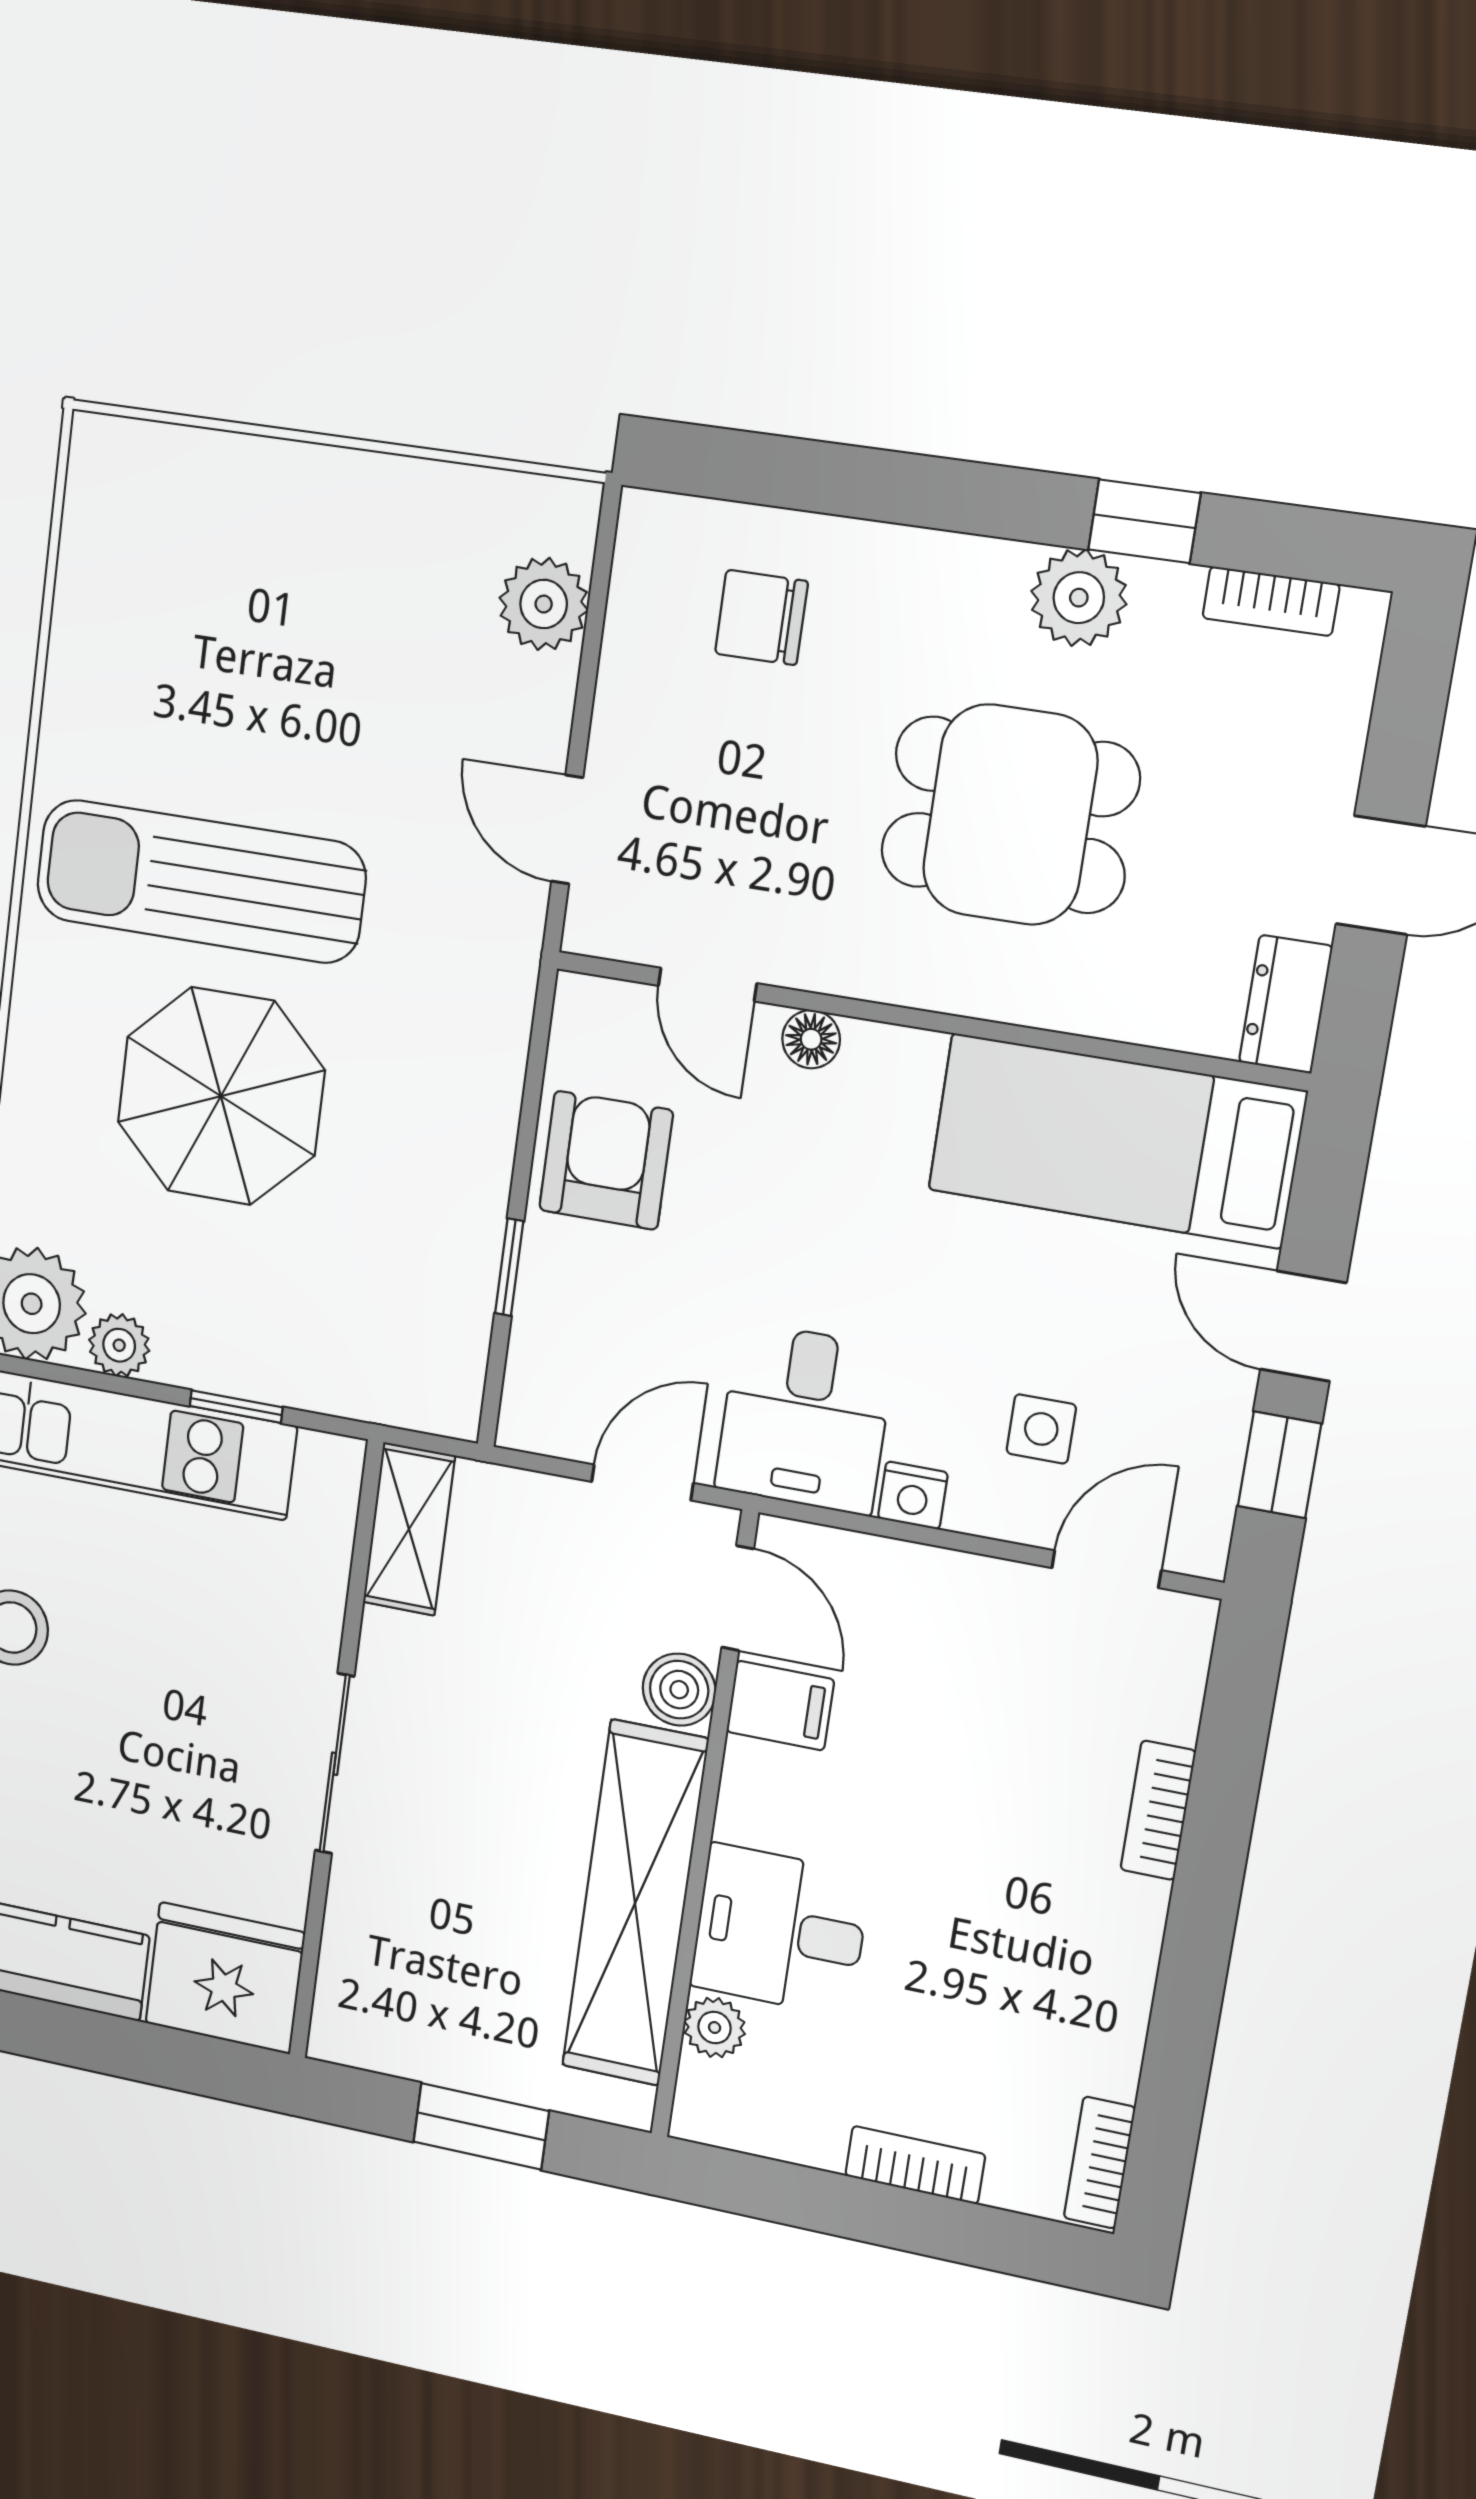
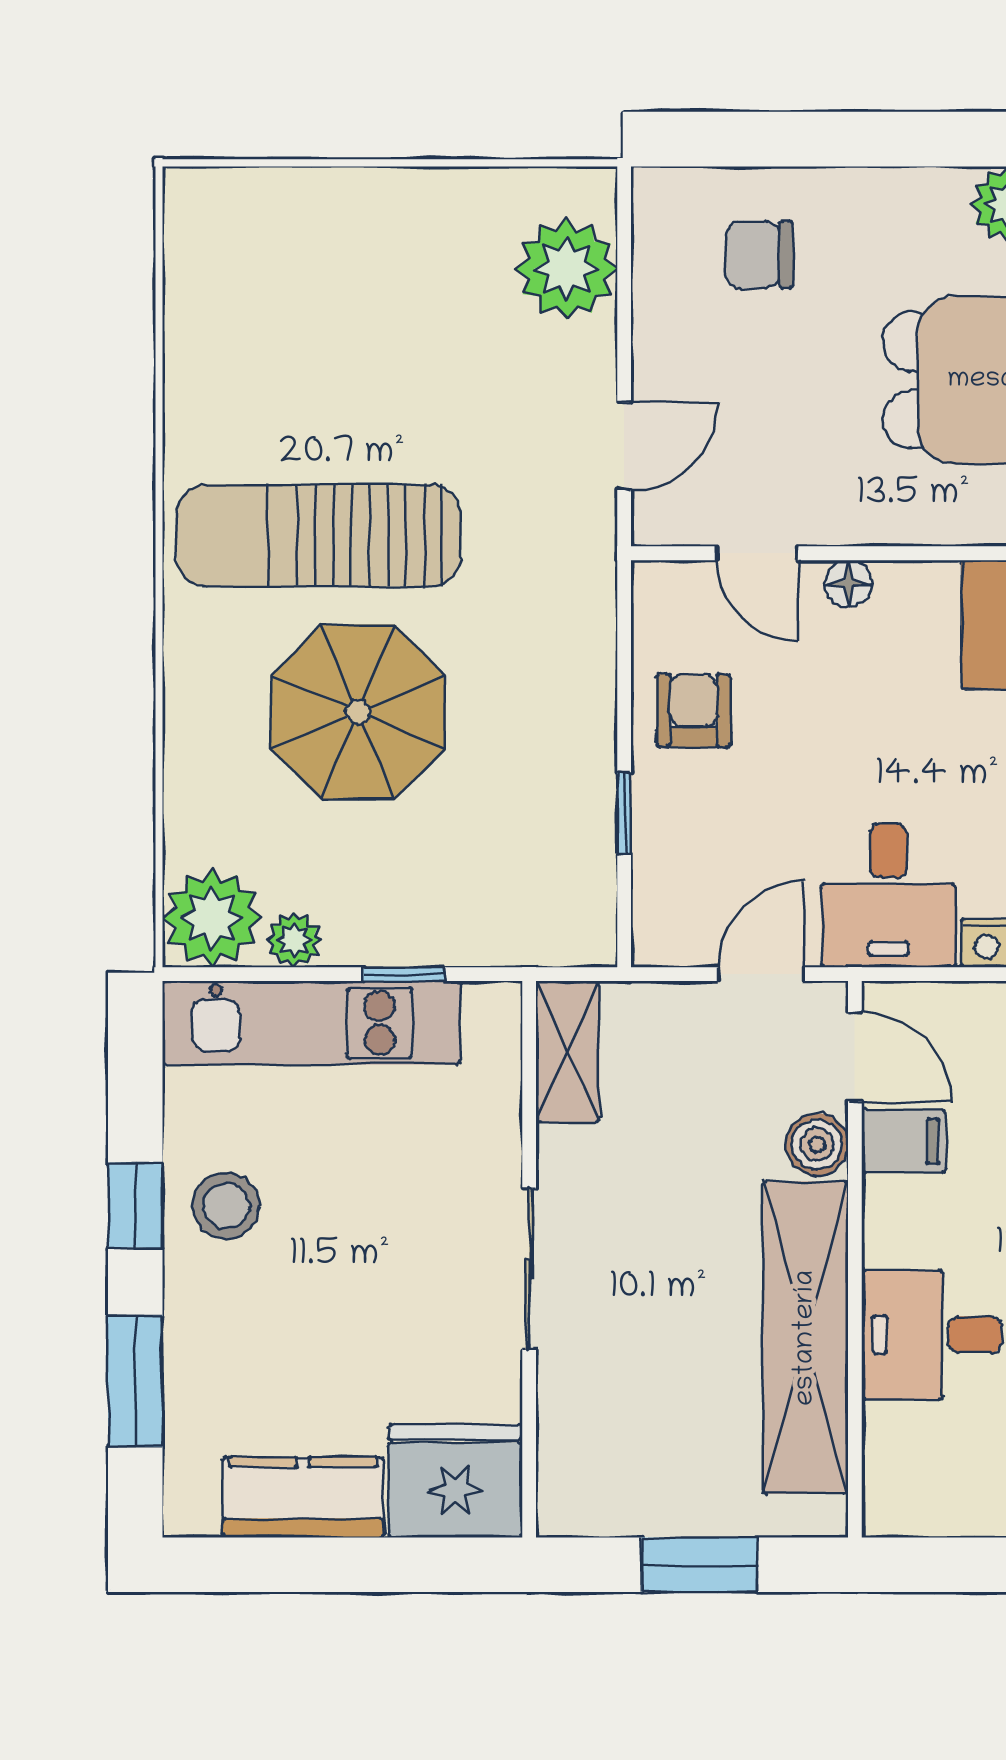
plant: (544, 604) -> (567, 269), width x1.36, depth x1.36
door: (567, 829) -> (624, 446), swing flipped
armchair: (606, 1160) -> (693, 711), width x0.72, depth x0.72
plant: (715, 2028) -> (889, 1432), removed

